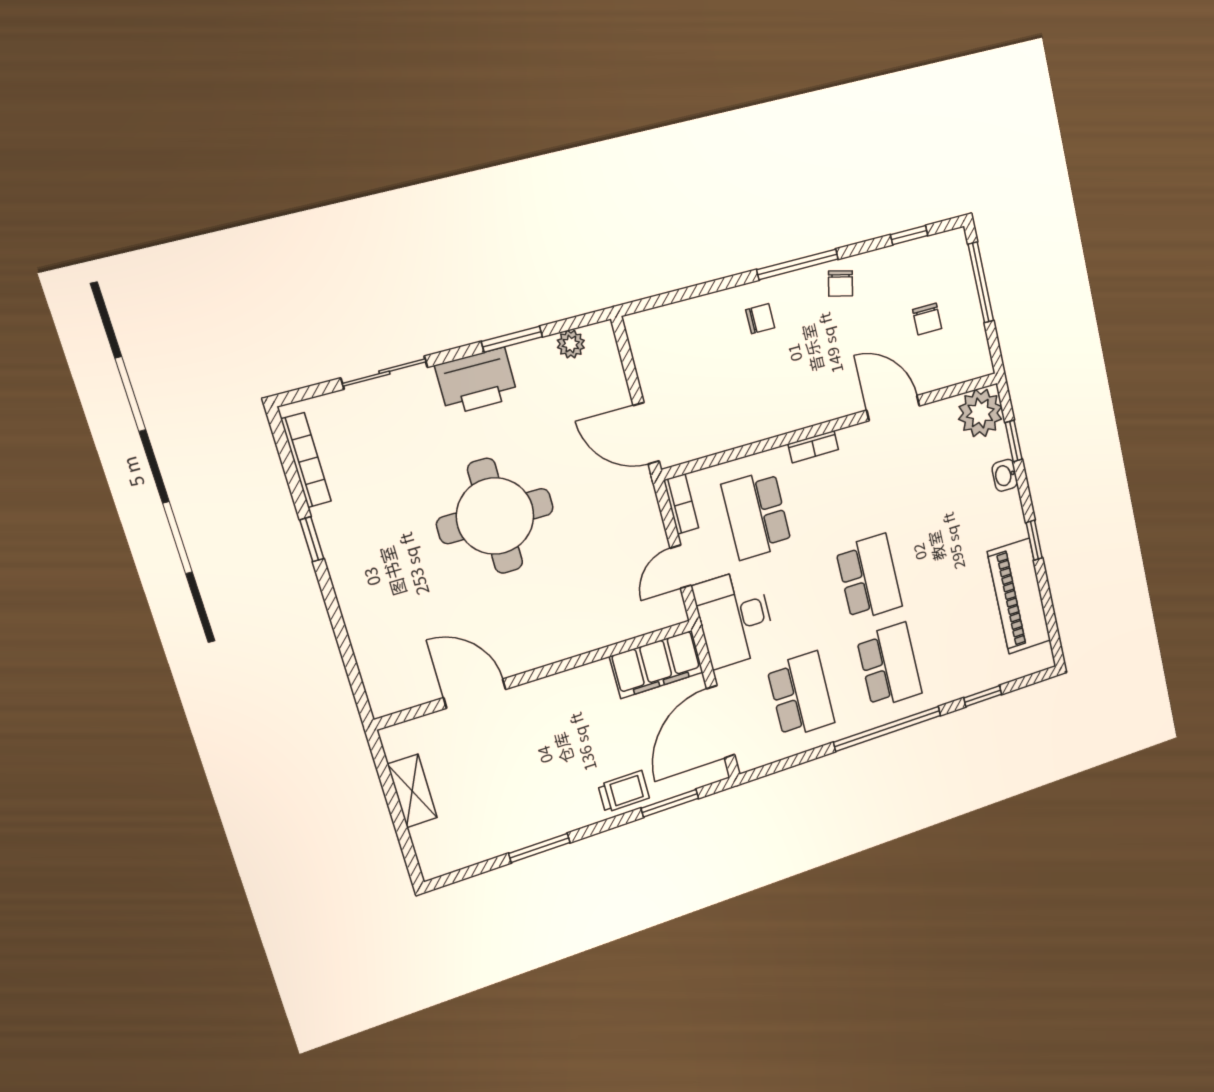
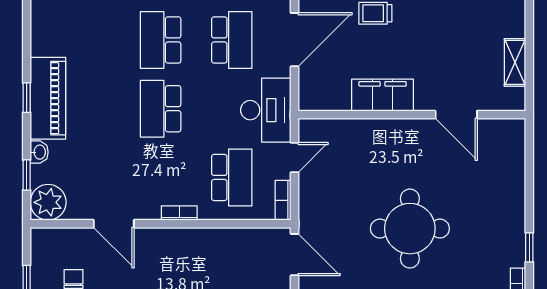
piano: (1019, 596) -> (48, 98), moved
filing cabinet: (656, 664) -> (383, 95), moved
school desk: (801, 695) -> (232, 40), turned 180

